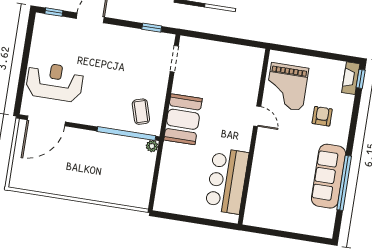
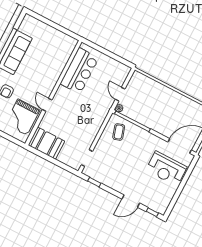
grand piano: (287, 87) -> (22, 117), turned 180
booth: (183, 119) -> (46, 143), moved, turned 90
door: (157, 167) -> (120, 94), added

